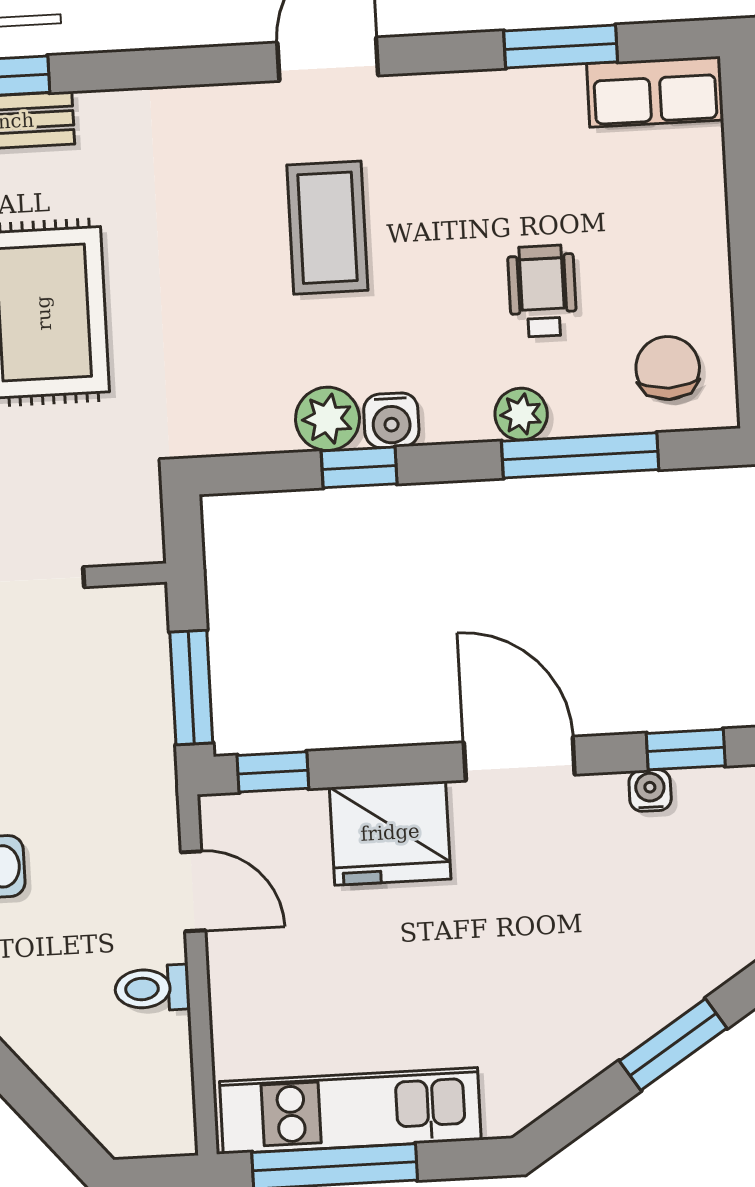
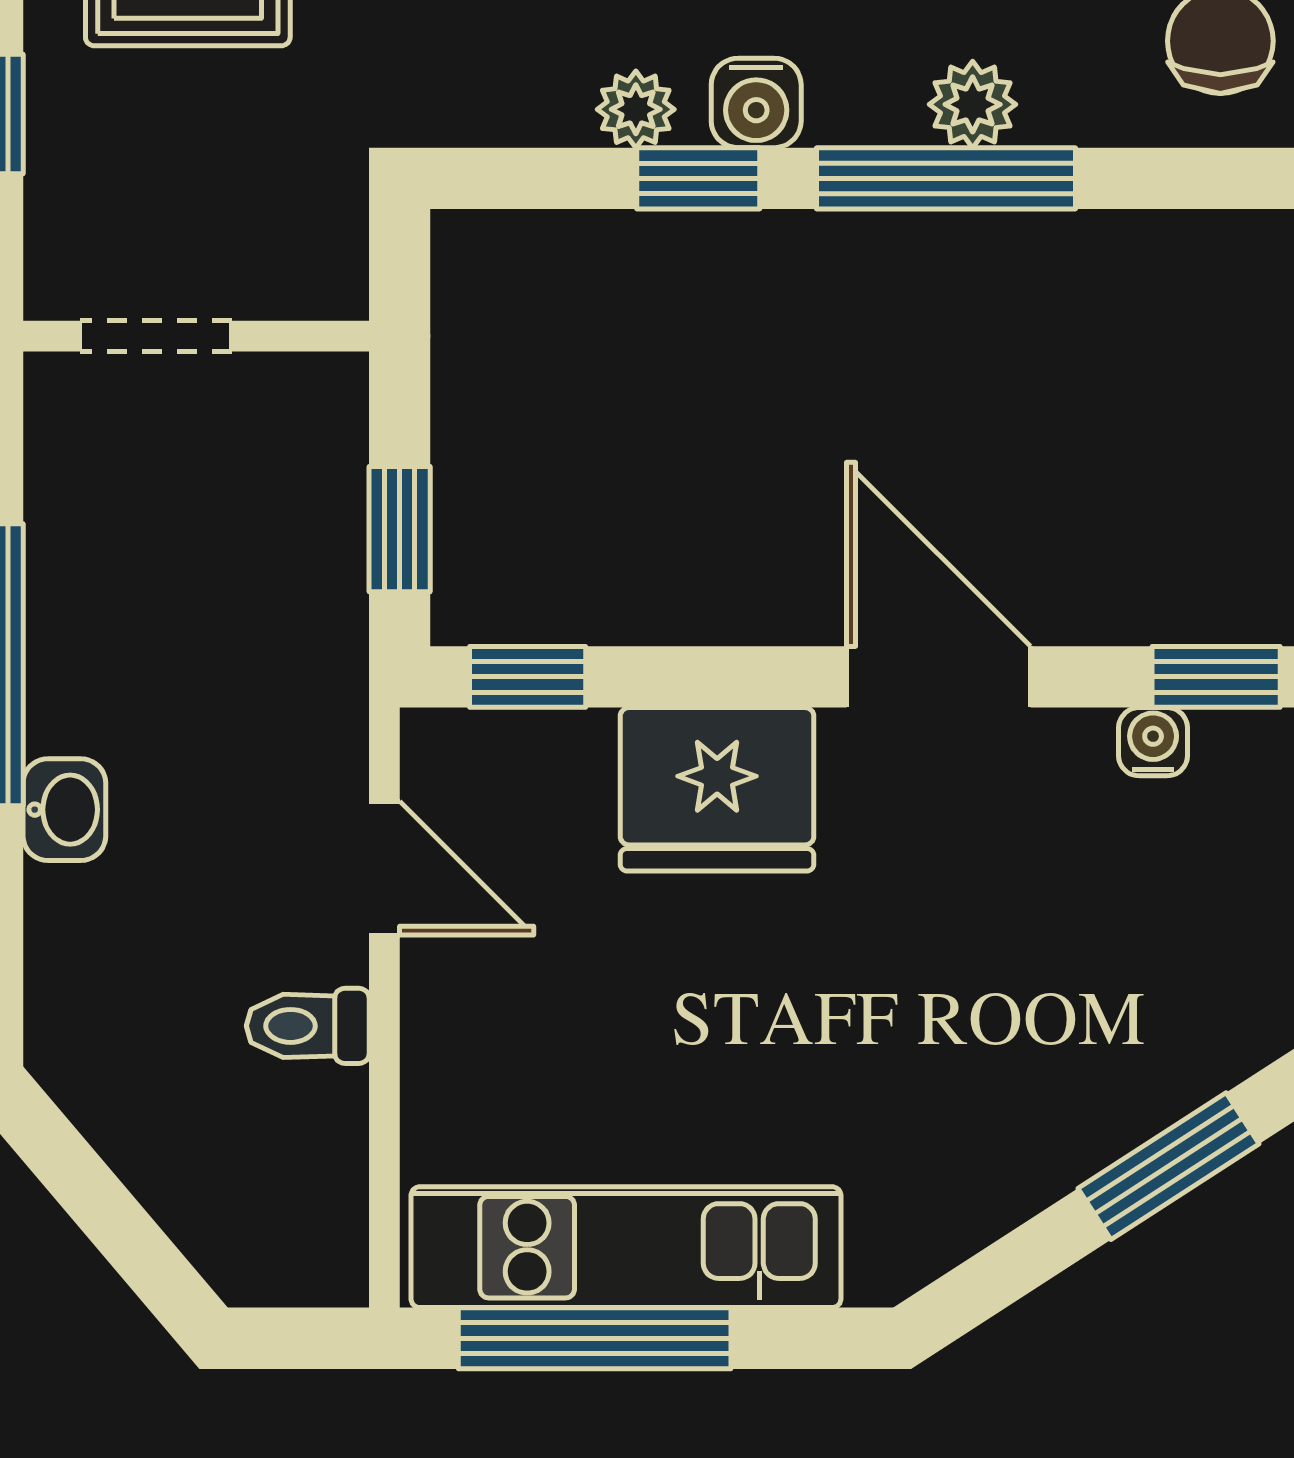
plant: (327, 419) -> (636, 109), width x0.73, depth x0.73
window: (580, 455) -> (946, 178), moved
window: (191, 687) -> (400, 529), width x0.67

